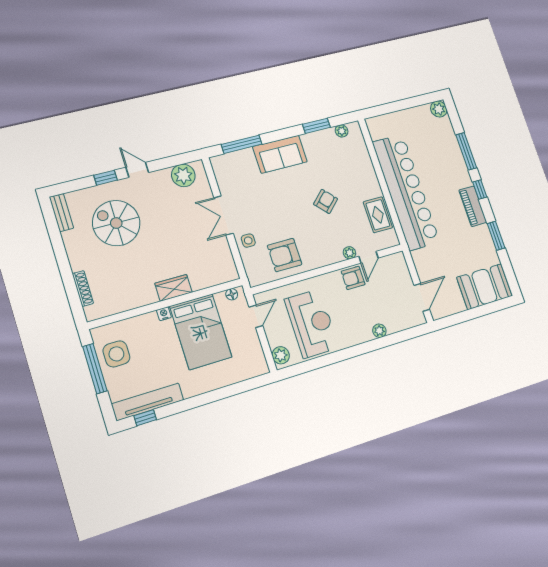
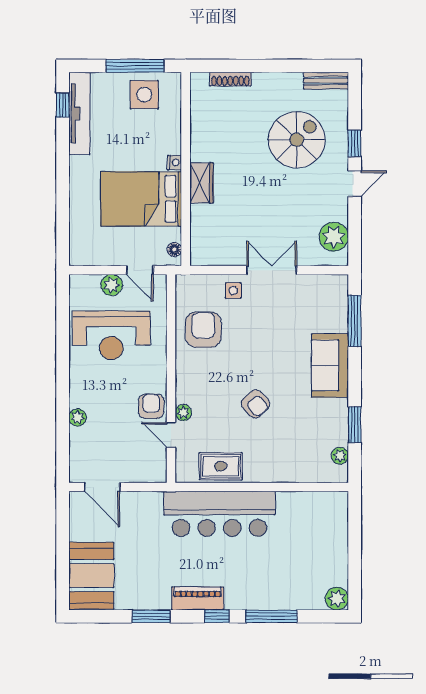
bar counter: (406, 192) -> (219, 514), width x0.73
plant: (281, 355) -> (112, 285), moved

